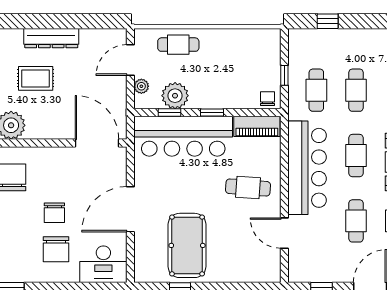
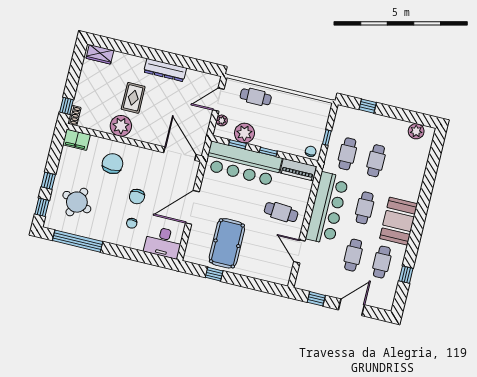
rug: (36, 78) -> (133, 98), moved, turned 90
chair: (56, 249) -> (132, 223), width x0.54, depth x0.54

